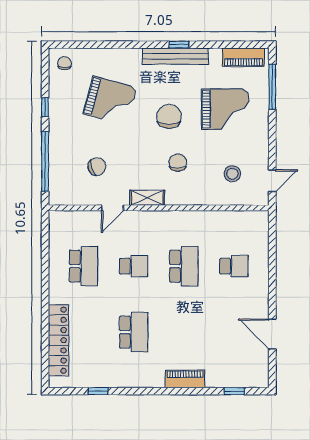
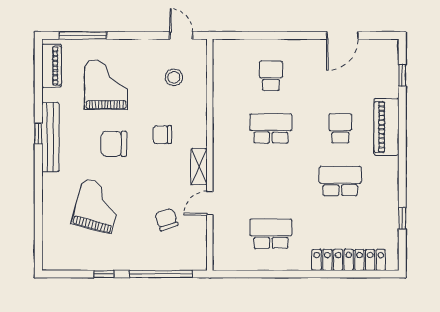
chair: (64, 63) -> (58, 254), removed
door: (112, 208) -> (210, 203), swing flipped
school desk: (134, 266) -> (340, 128), moved
piano: (185, 379) -> (386, 127), width x1.37, depth x1.33

